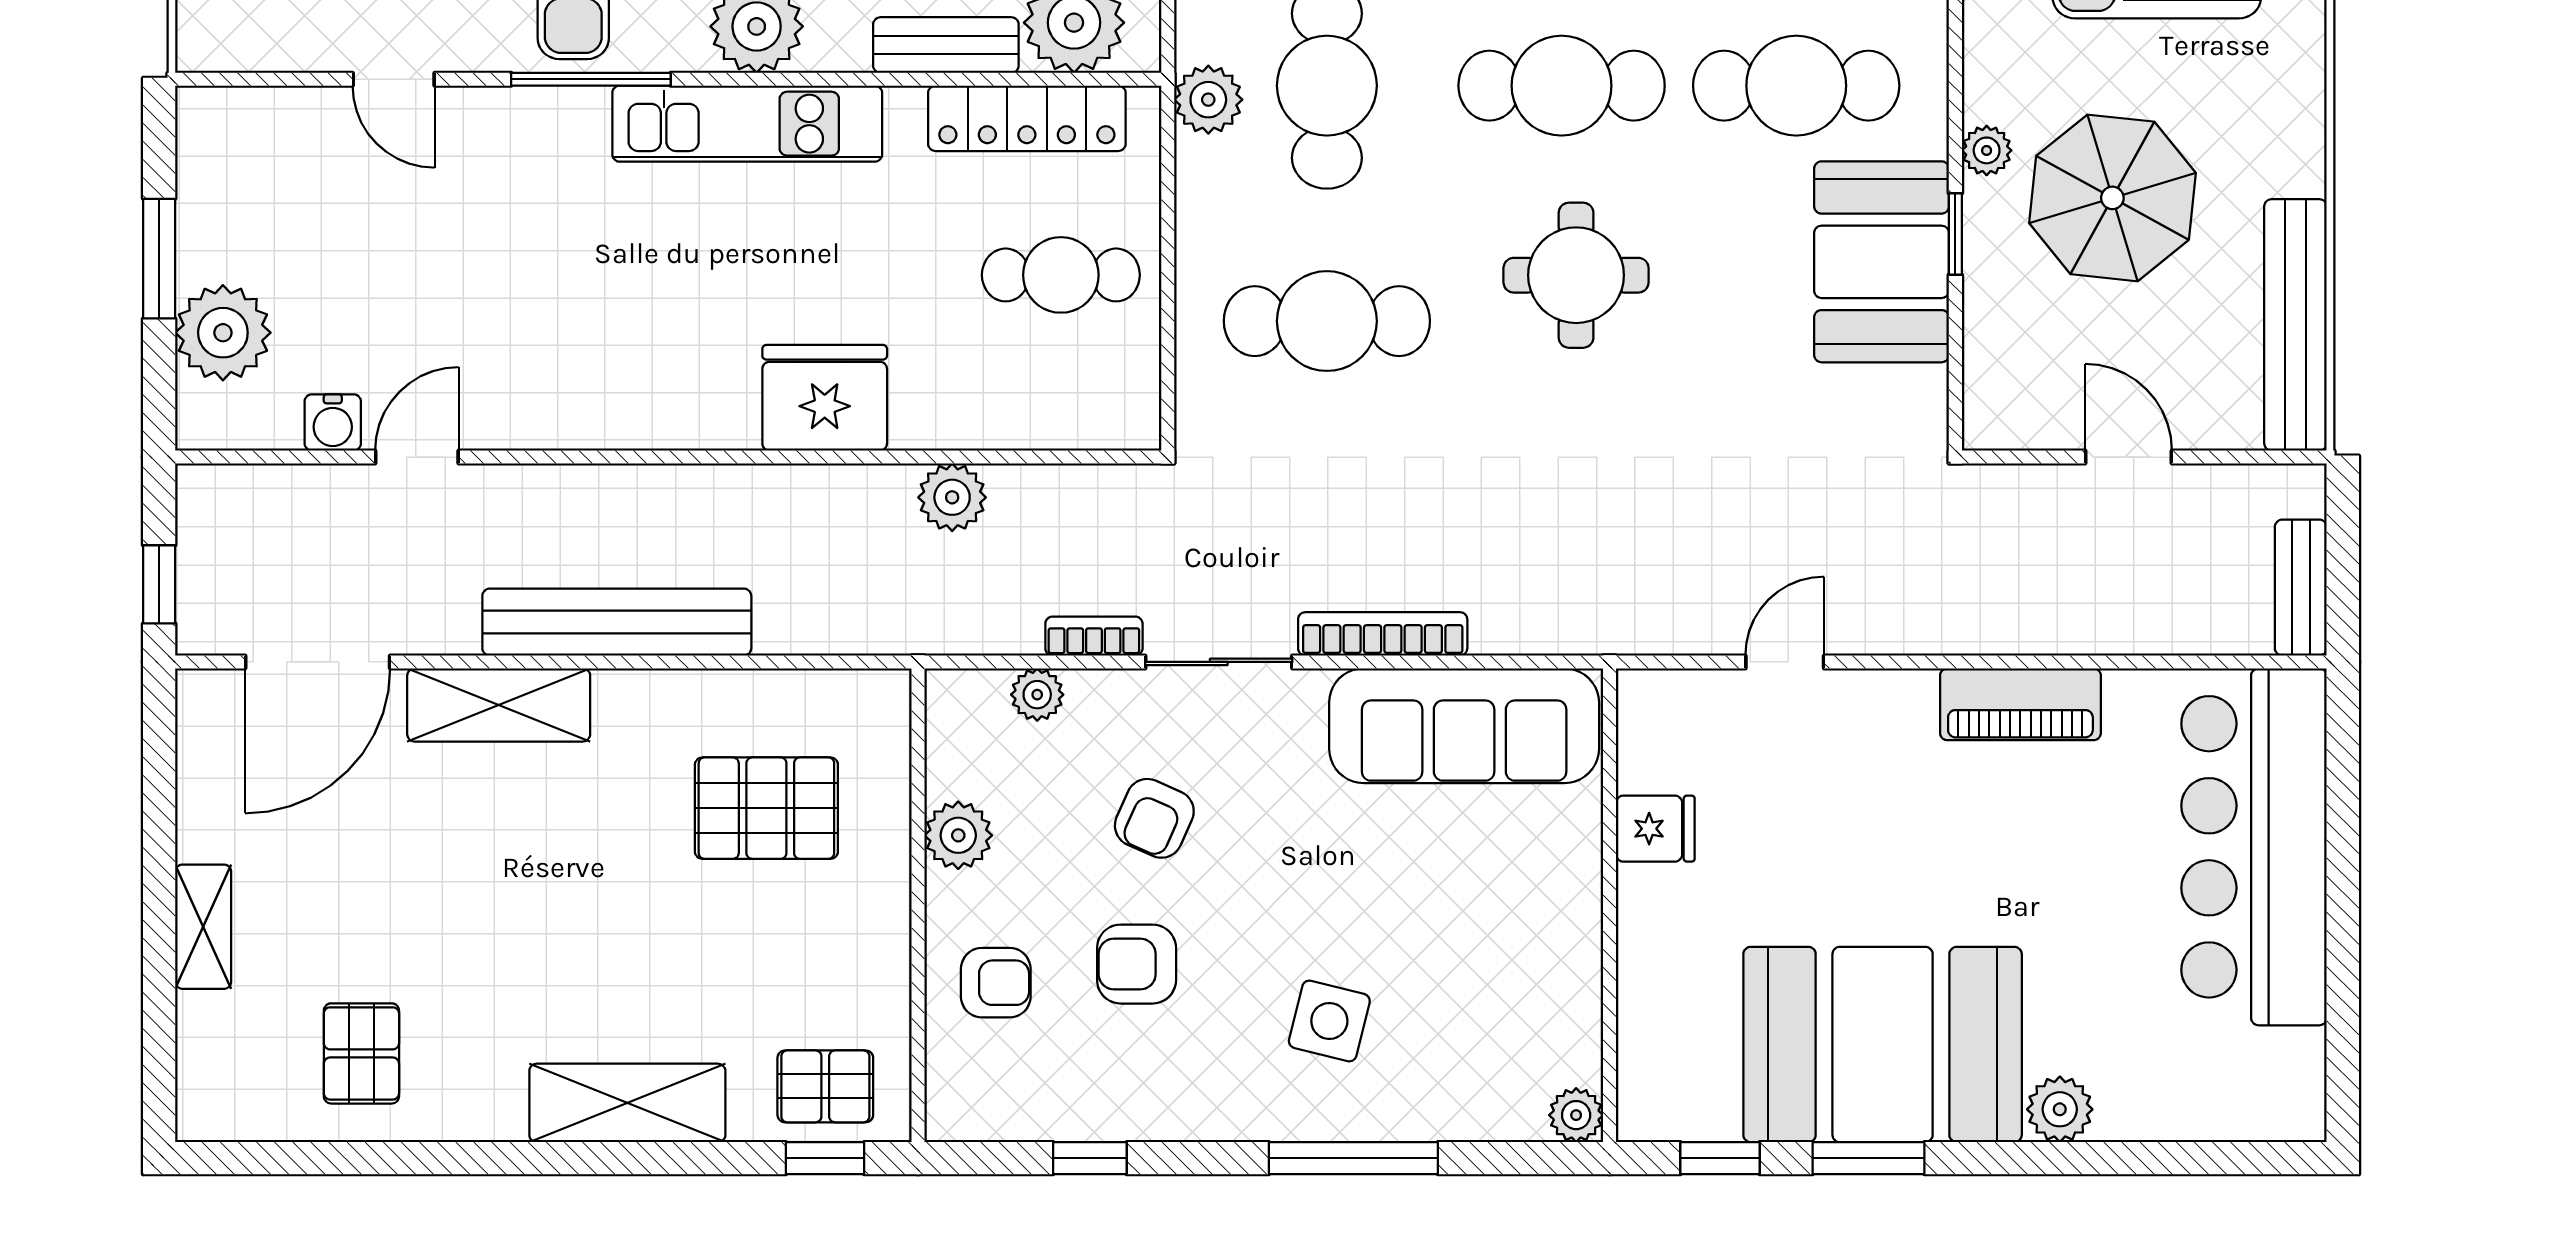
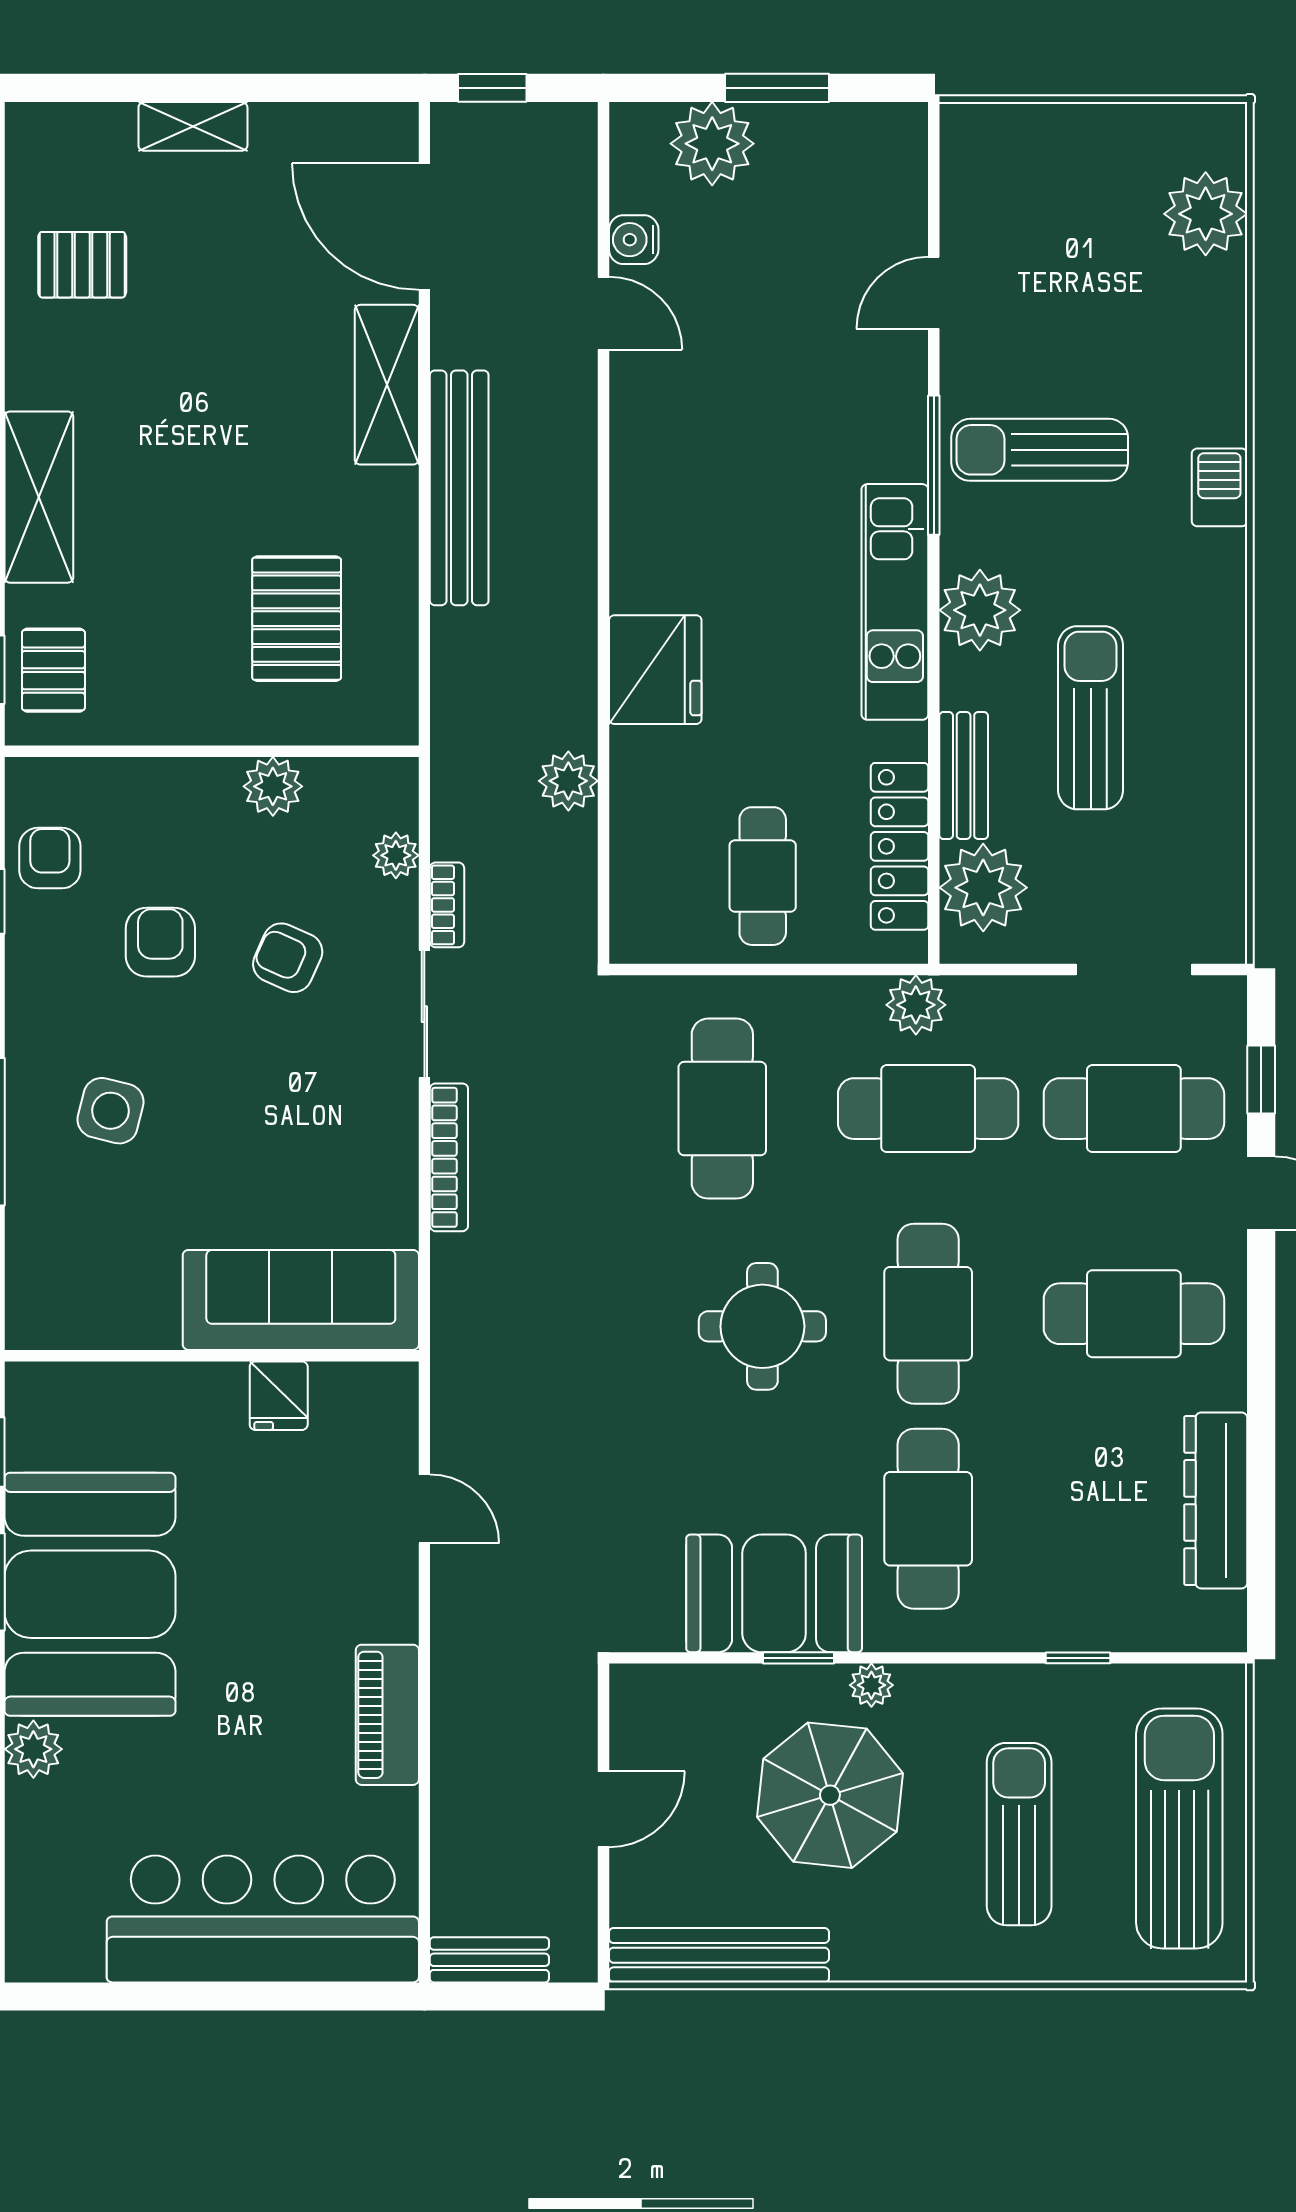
sofa: (1464, 726) -> (301, 1300), moved, turned 90
armchair: (996, 983) -> (50, 858), moved, turned 180
plant: (1576, 1115) -> (28, 1326), removed

